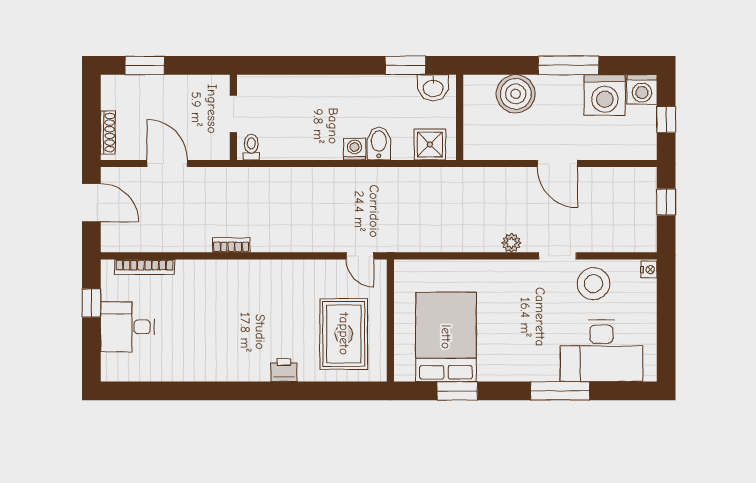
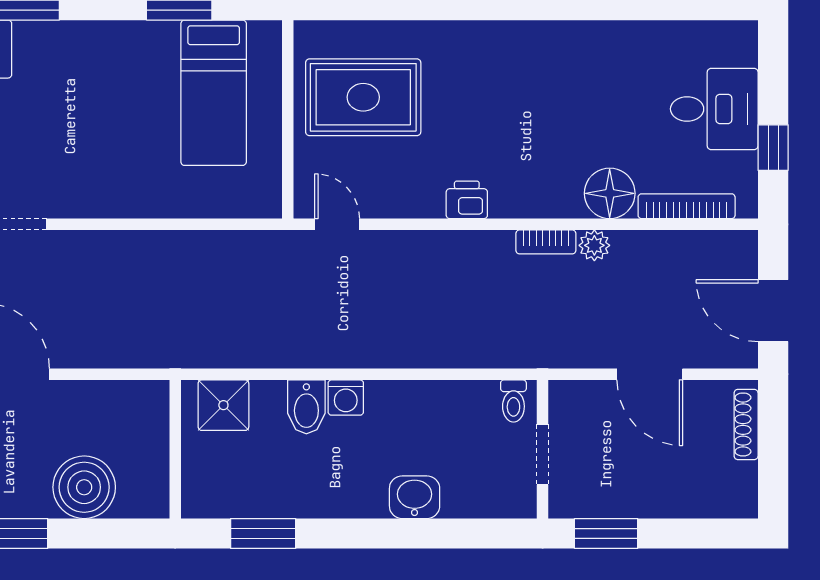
window: (145, 65) -> (606, 533), moved
washbasin: (433, 88) -> (415, 497), moved
plant: (511, 243) -> (594, 245), moved
floor lamp: (192, 275) -> (610, 193), added
rug: (344, 334) -> (363, 97), turned 90
bed: (446, 337) -> (214, 93), width x0.67
printer: (284, 370) -> (467, 200), moved, turned 180

